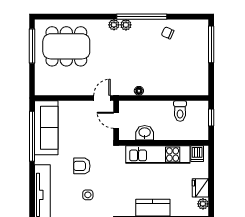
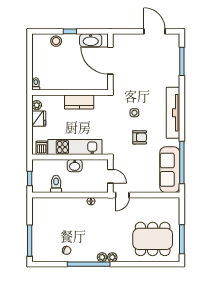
washbasin: (145, 133) -> (75, 166), moved

